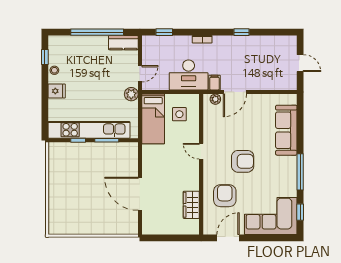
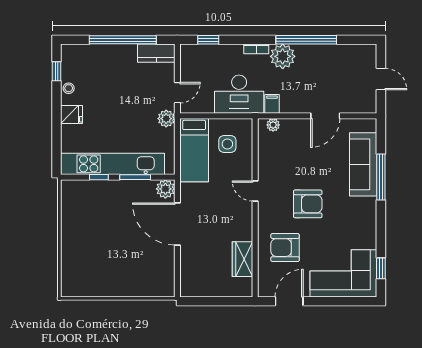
window: (241, 32) -> (306, 40), width x3.17
plant: (223, 45) -> (283, 56), added
door: (235, 92) -> (325, 116), moved
plant: (131, 150) -> (165, 189), added
window: (300, 172) -> (381, 177), moved
door: (140, 194) -> (177, 224), moved
armchair: (225, 196) -> (285, 248), turned -90

